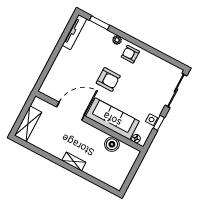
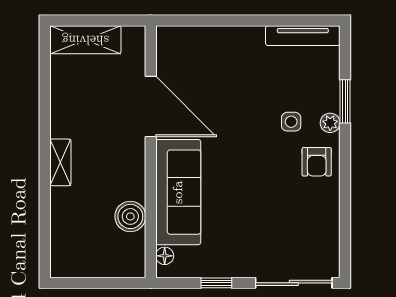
window: (100, 23) -> (345, 101), moved
armchair: (130, 54) -> (317, 162), turned 180
armchair: (108, 80) -> (247, 146), removed
side table: (152, 120) -> (291, 122), moved

